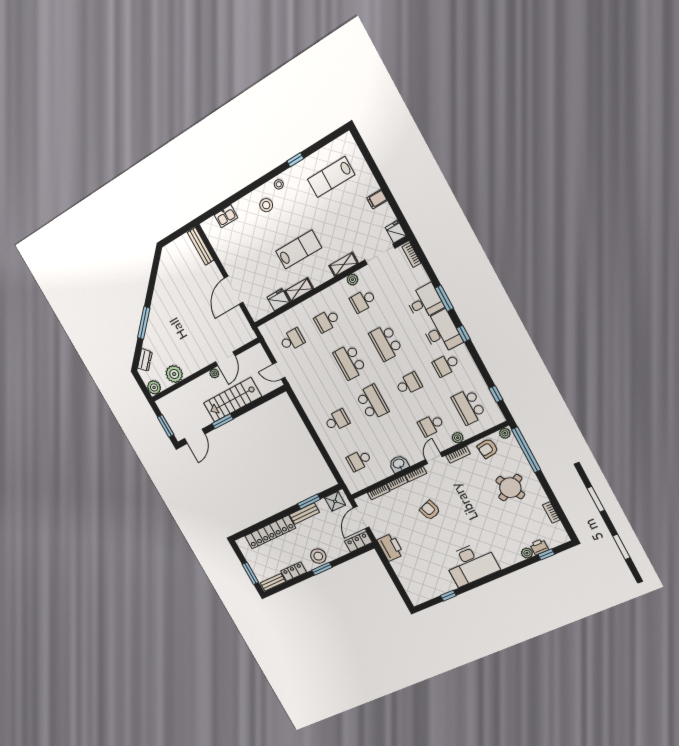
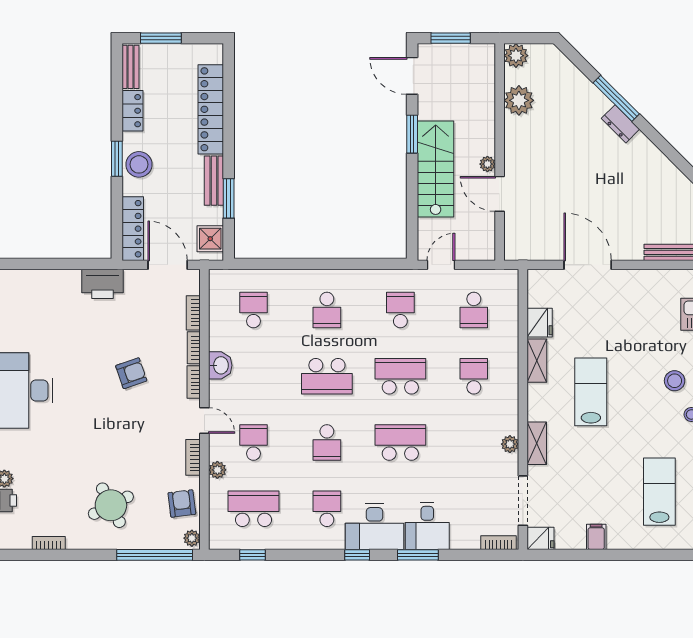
lab bench: (299, 250) -> (591, 392), turned 180
school desk: (363, 301) -> (400, 310), moved
dresser: (145, 360) -> (620, 124), moved
locker: (358, 542) -> (133, 229), width x1.53

